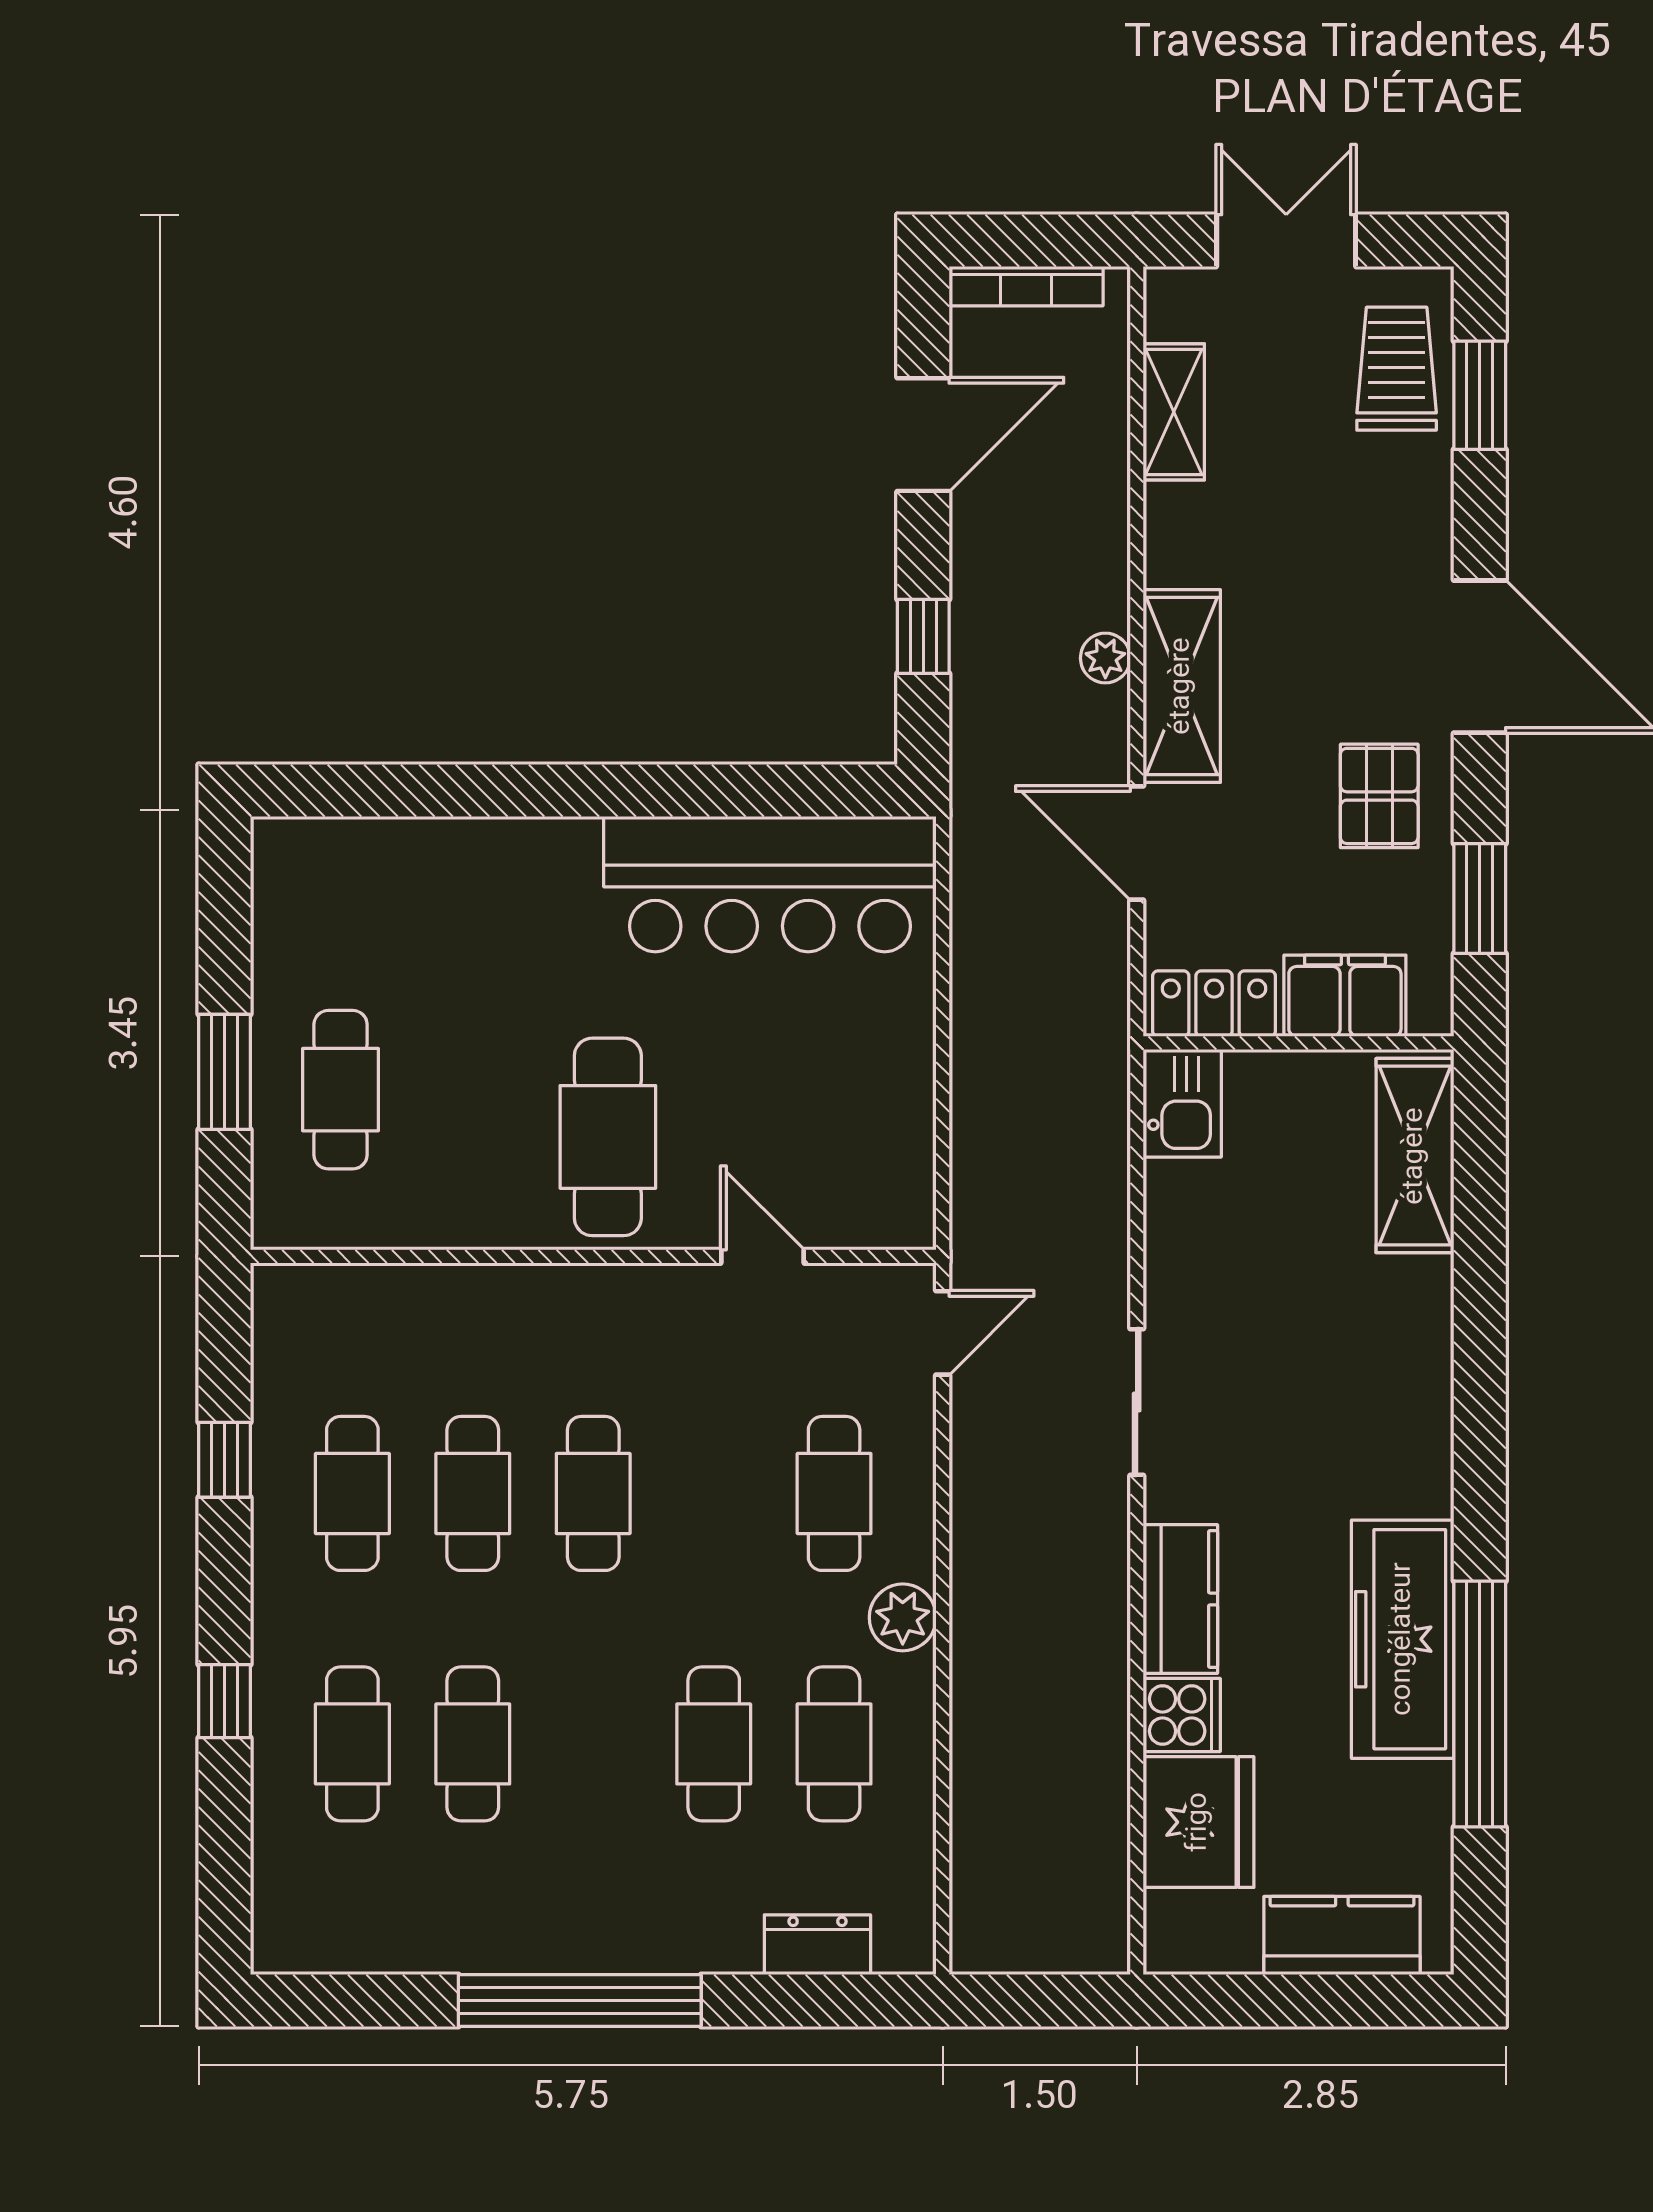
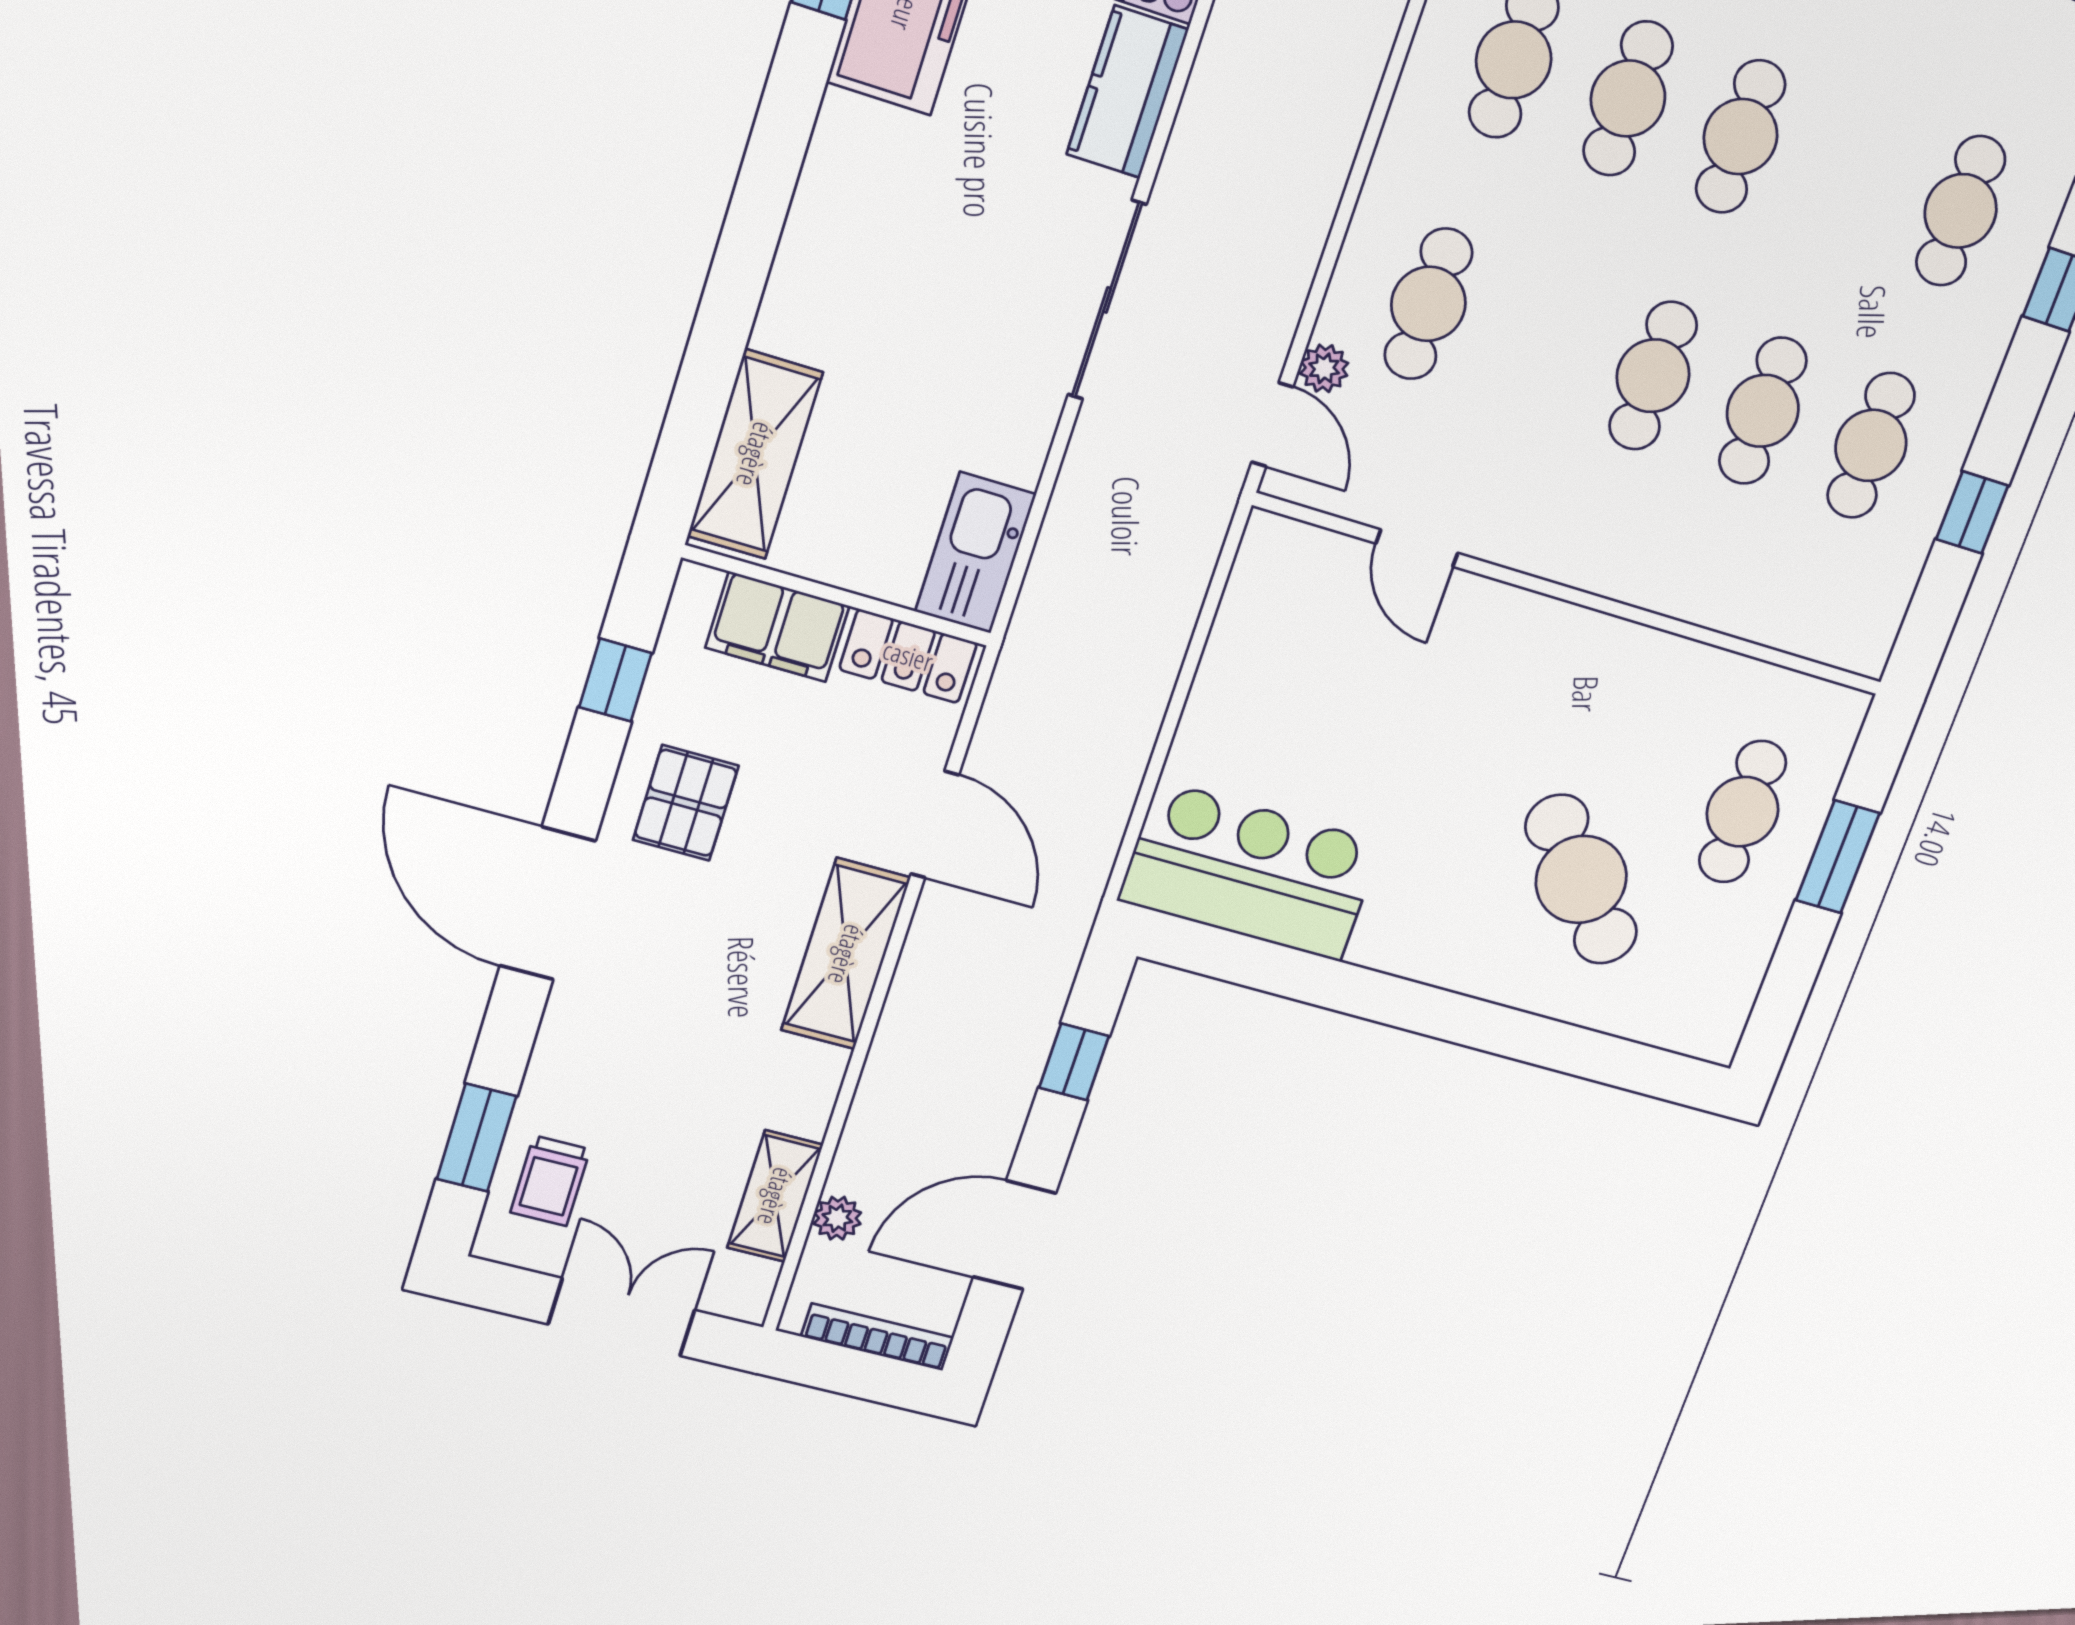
double door: (1286, 241) -> (621, 1317), swing flipped
trolley: (1397, 369) -> (550, 1181), width x0.73, depth x0.72
plant: (1105, 658) -> (837, 1218), moved
bar counter: (770, 884) -> (1250, 872), width x0.73
window: (1480, 899) -> (615, 680), width x0.67
kitchen sink: (1182, 1103) -> (975, 553), width x1.38
cafe table: (608, 1137) -> (1581, 880), moved, turned -42
door: (943, 1333) -> (1272, 425), swing flipped
sliding door: (1137, 1402) -> (1107, 300), width x1.37
plant: (903, 1617) -> (1324, 368), moved, width x0.73, depth x0.73
cafe table: (473, 1744) -> (1741, 137), moved

